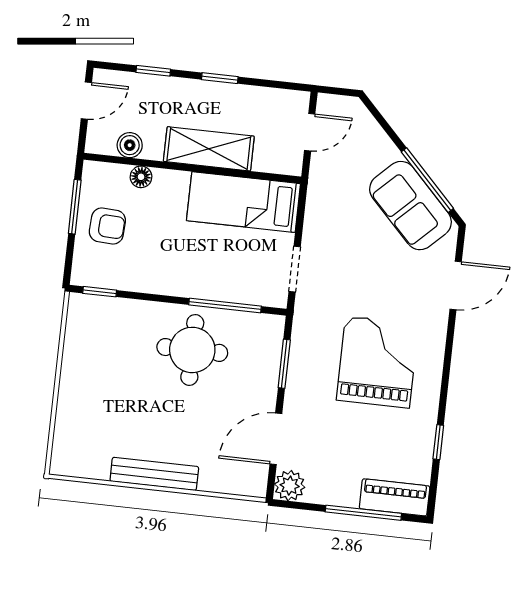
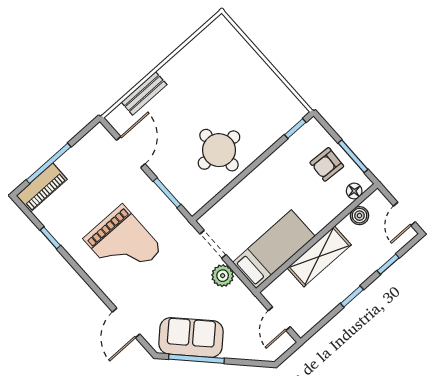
floor lamp: (141, 177) -> (354, 191), moved
window: (225, 306) -> (227, 189), removed
bench: (154, 474) -> (144, 93), moved, width x0.73
plant: (290, 486) -> (223, 276), moved

